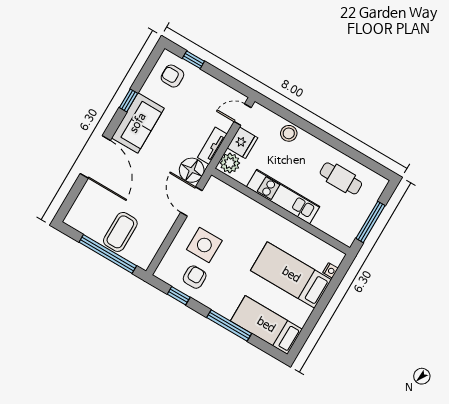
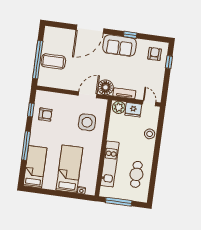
kitchen unit: (283, 197) -> (110, 164), moved
side table: (204, 245) -> (87, 122), moved

